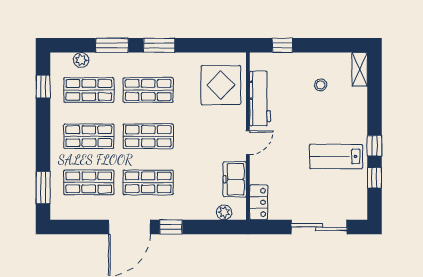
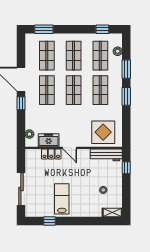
workbench: (260, 99) -> (106, 155), moved
window: (374, 146) -> (68, 221), removed
locker: (259, 202) -> (51, 154), moved

